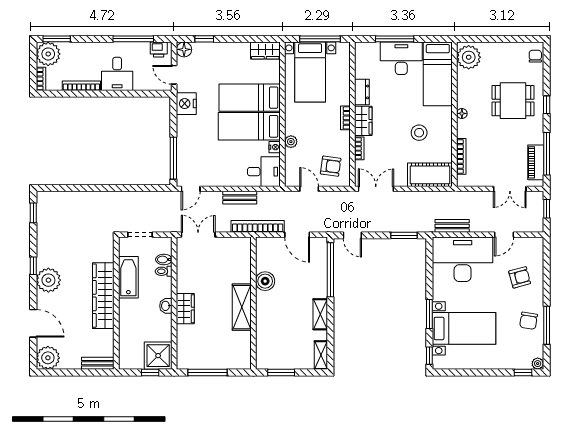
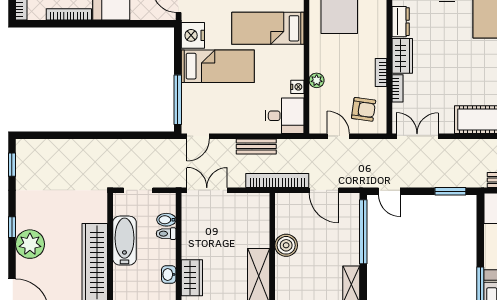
bookcase: (345, 118) -> (381, 72), moved
bed: (249, 126) -> (218, 66), moved, turned 180
stool: (419, 133) -> (468, 70), removed

